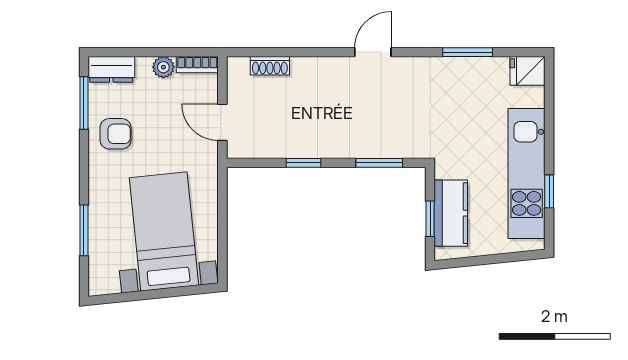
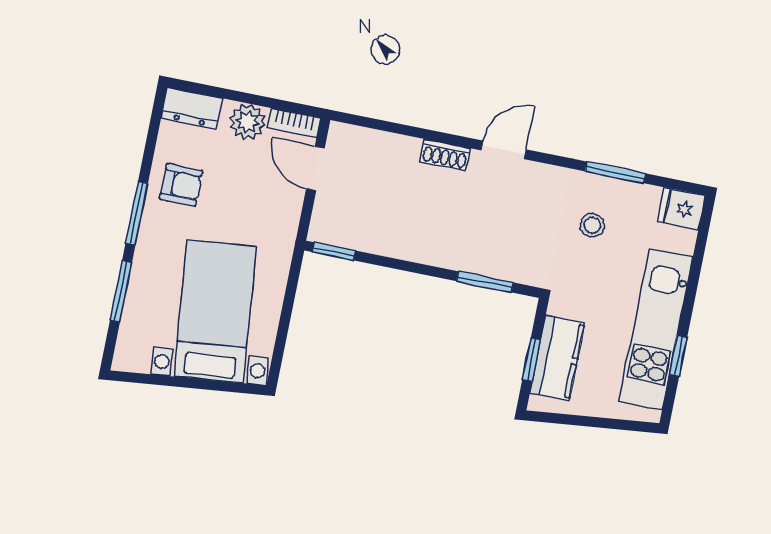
shoe rack: (270, 66) -> (445, 155), moved
plant: (163, 67) -> (248, 122), width x1.38, depth x1.38
stool: (458, 99) -> (592, 225), added
window: (84, 103) -> (137, 213), moved
door: (222, 122) -> (315, 169), moved
window: (304, 163) -> (334, 251), moved

